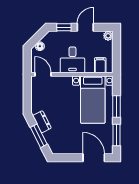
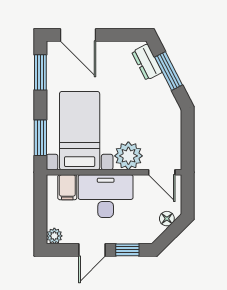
desk: (72, 60) -> (106, 196), width x1.37
plant: (63, 84) -> (128, 156), added
window: (117, 107) -> (40, 138), moved
dresser: (42, 122) -> (147, 62), moved

